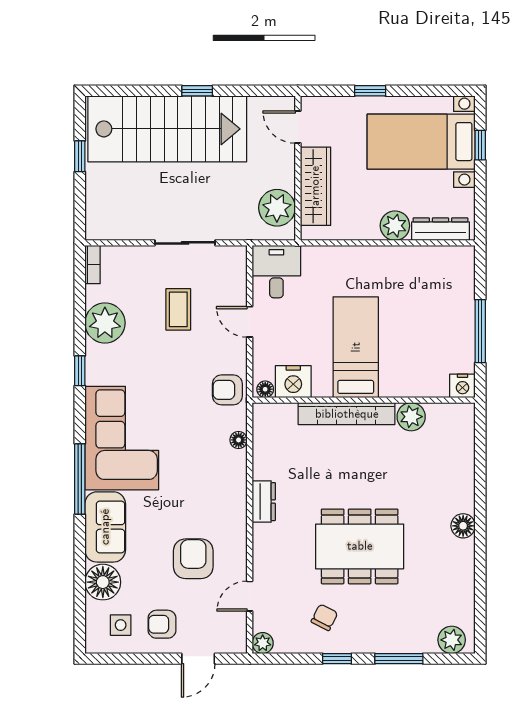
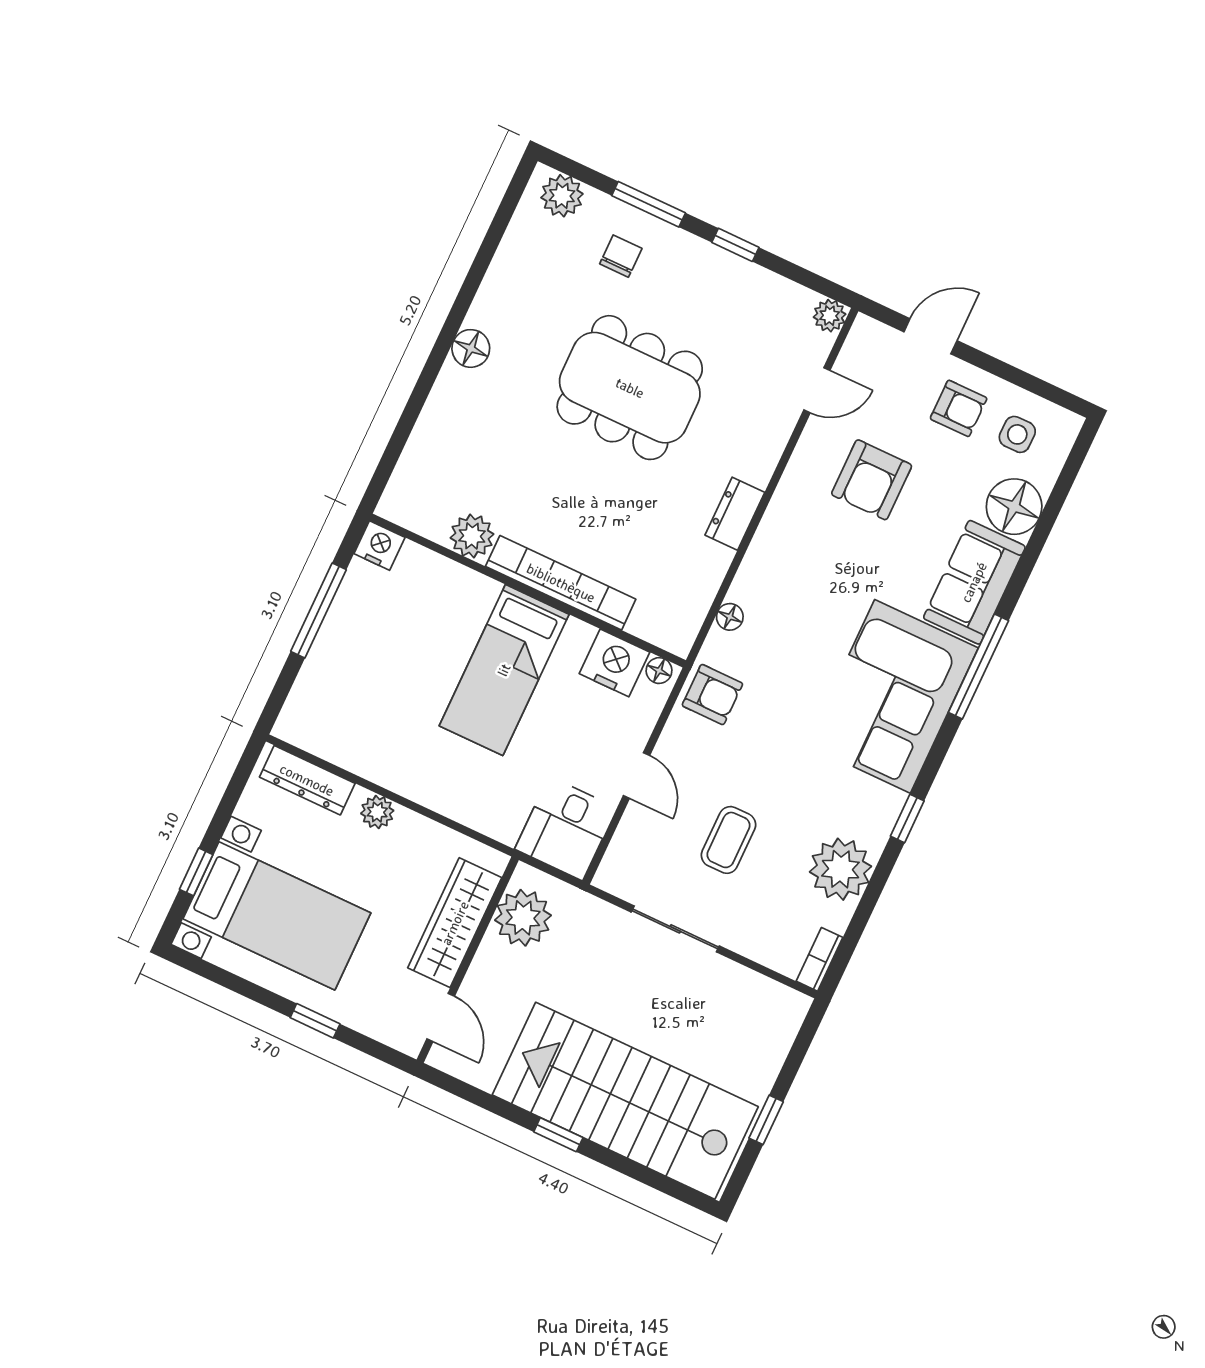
plant: (395, 226) -> (377, 812), width x0.73, depth x0.73
chair: (324, 617) -> (621, 256), moved, turned 153

